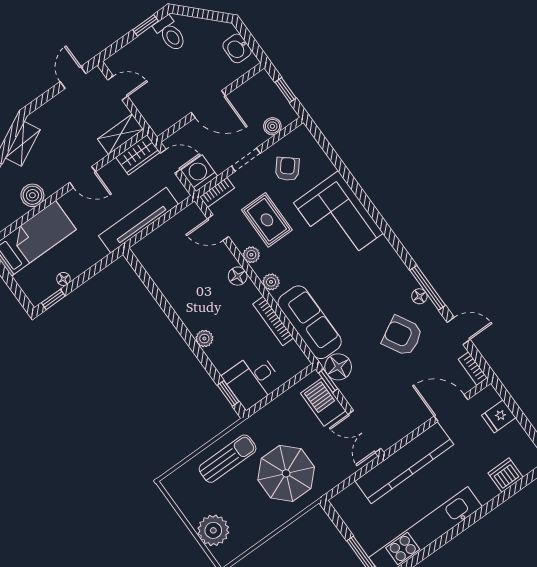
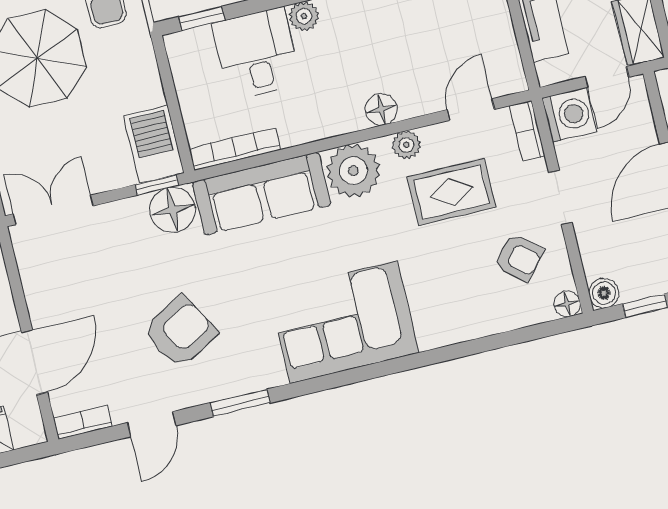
boiler: (272, 126) -> (604, 293), moved
corner sofa: (338, 218) -> (344, 322), moved
plant: (271, 282) -> (353, 171), width x1.88, depth x1.88
window: (428, 288) -> (240, 403), width x0.69
floor lamp: (419, 296) -> (567, 304), moved
bookcase: (273, 321) -> (235, 149), moved
desk: (252, 380) -> (257, 54), moved
barbecue: (323, 402) -> (154, 144), moved, turned -90

